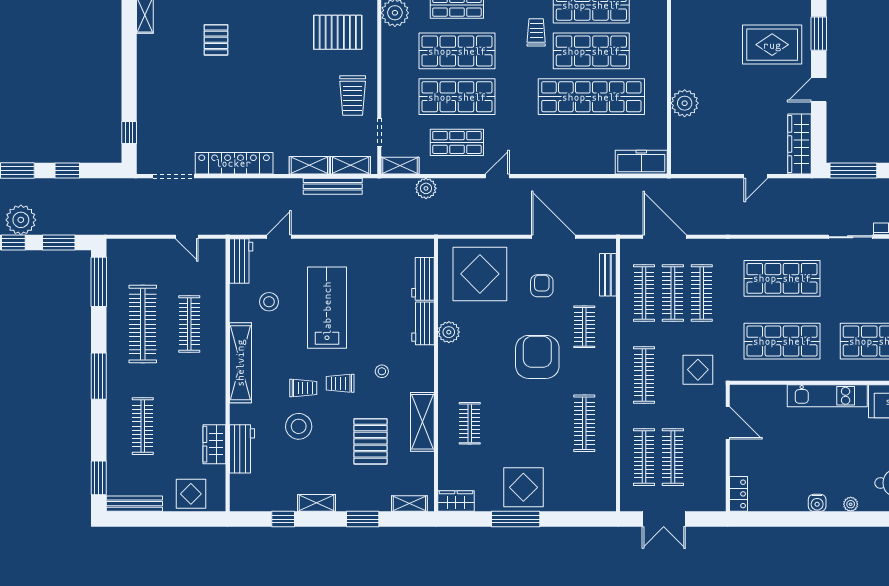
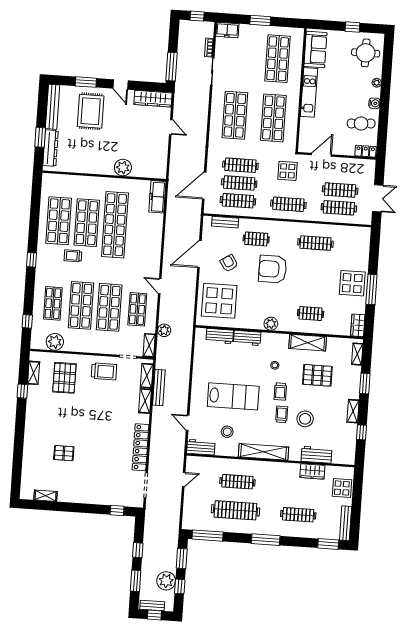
armchair: (542, 286) -> (229, 263), turned 57
lab bench: (327, 308) -> (233, 396), turned 180
plant: (449, 332) -> (271, 324), moved
cafe table: (783, 484) -> (361, 124), added

